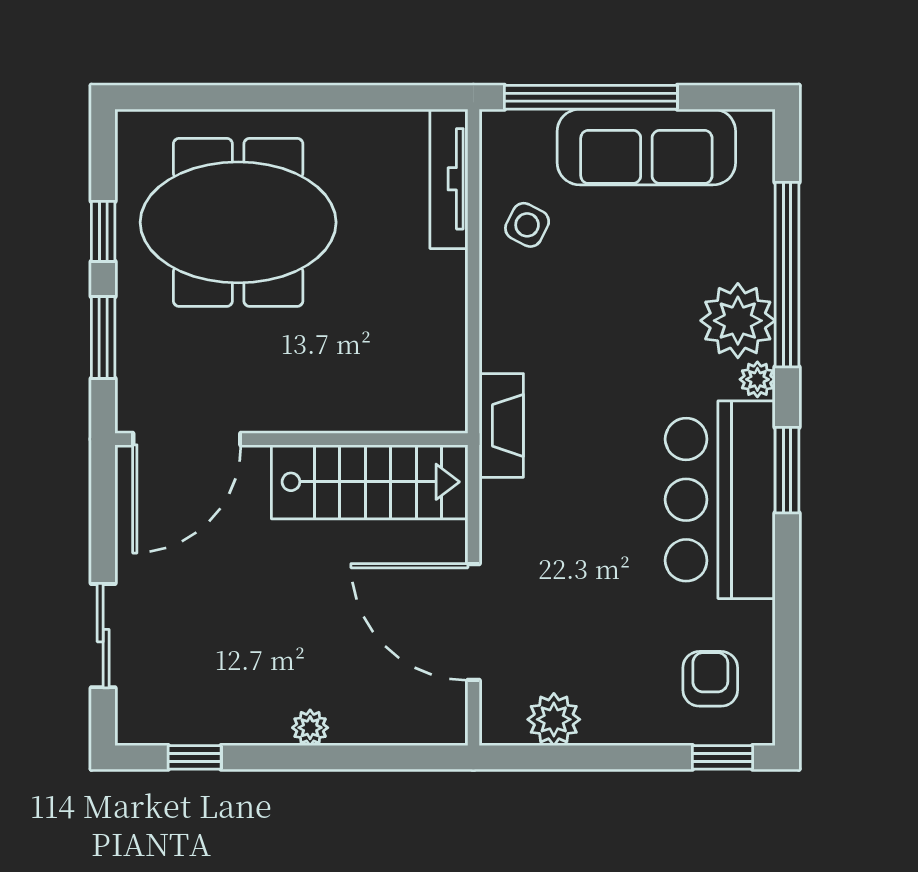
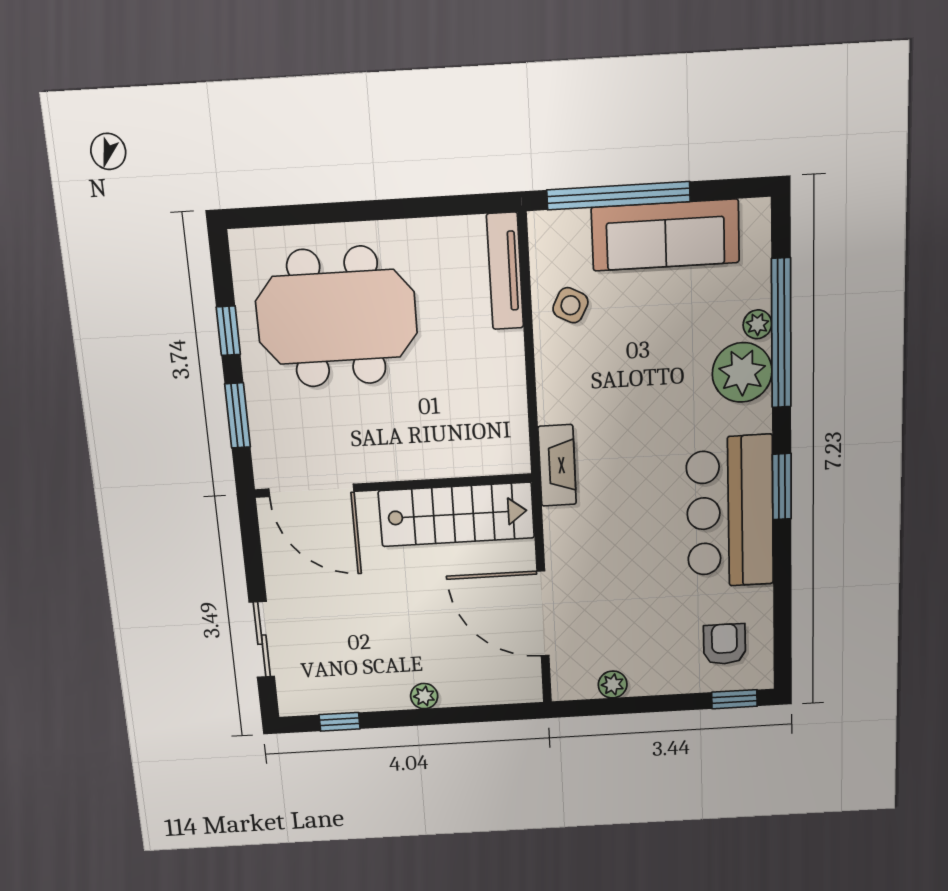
plant: (757, 379) -> (757, 324), moved
door: (187, 439) -> (311, 490), hinge flipped
plant: (554, 719) -> (613, 684), width x0.73, depth x0.73

